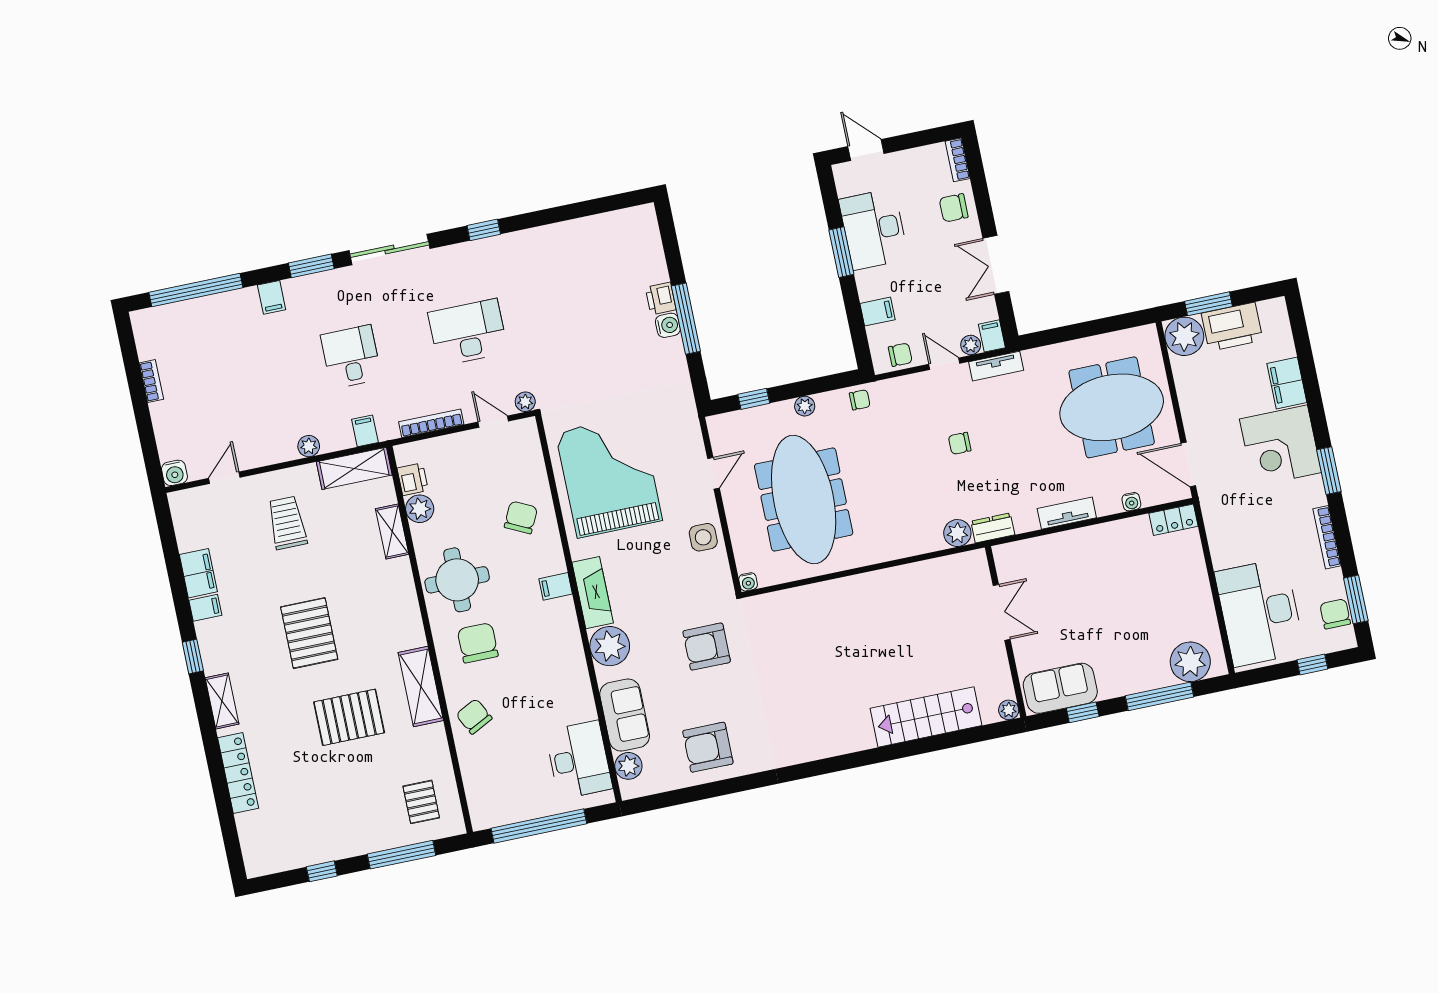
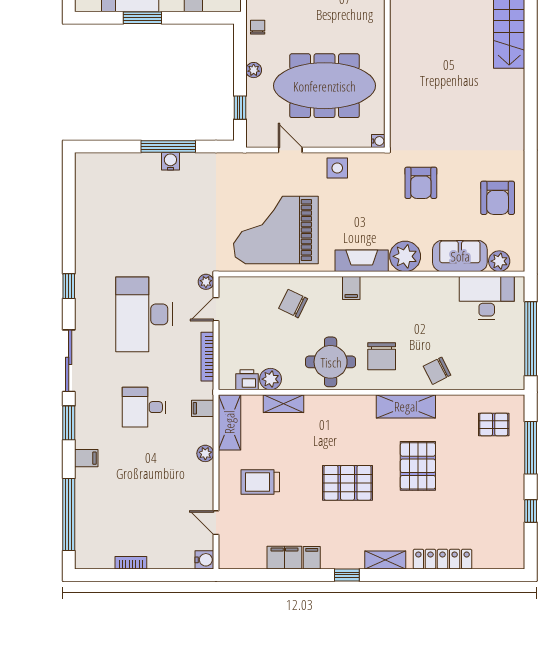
printer: (661, 299) -> (149, 162), removed
desk: (468, 332) -> (144, 314), width x1.36, depth x1.30
chair: (478, 643) -> (382, 356), turned -90

